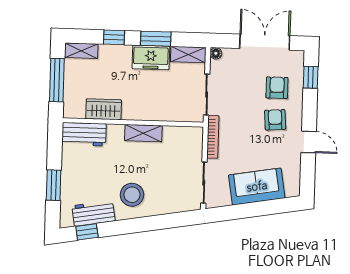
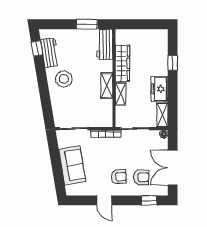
window: (156, 39) -> (173, 92), removed
double door: (265, 42) -> (173, 168), swing flipped
shelving: (81, 51) -> (121, 94), moved
window: (57, 80) -> (142, 24), removed
wardrobe: (104, 109) -> (123, 63), width x1.50
door: (309, 142) -> (104, 200), hinge flipped
window: (54, 185) -> (87, 24), moved

